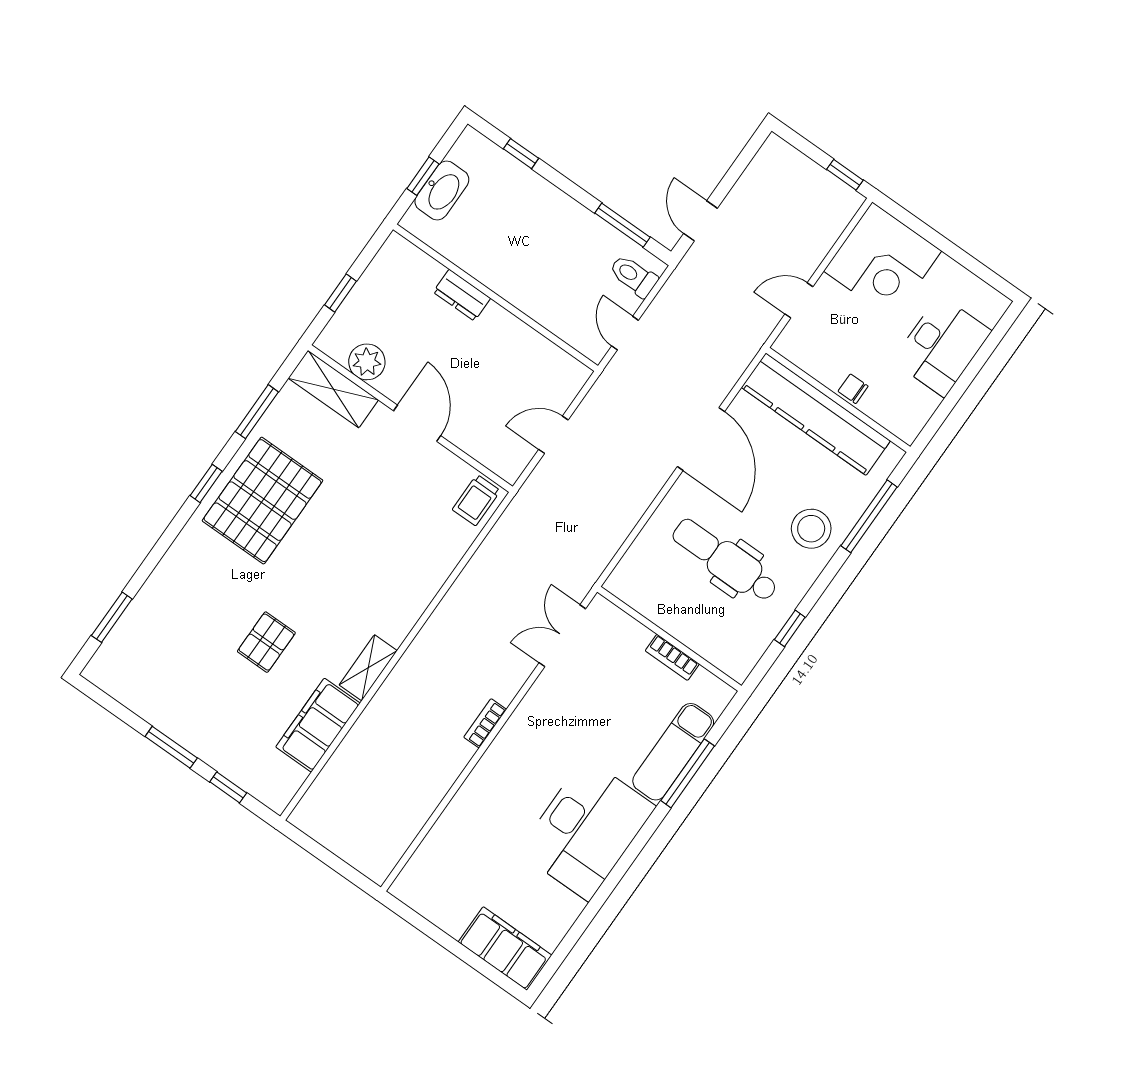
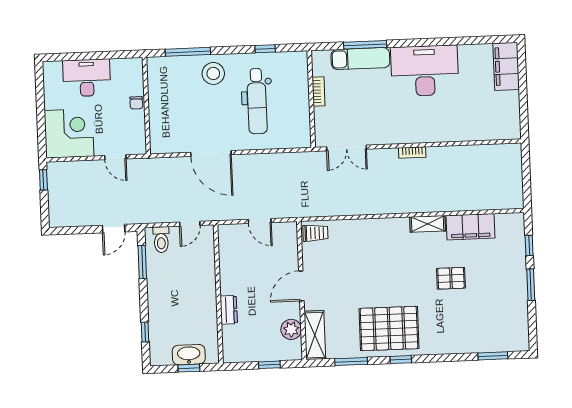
kitchen counter: (816, 414) -> (160, 111), removed
door: (701, 439) -> (211, 153), swing flipped

